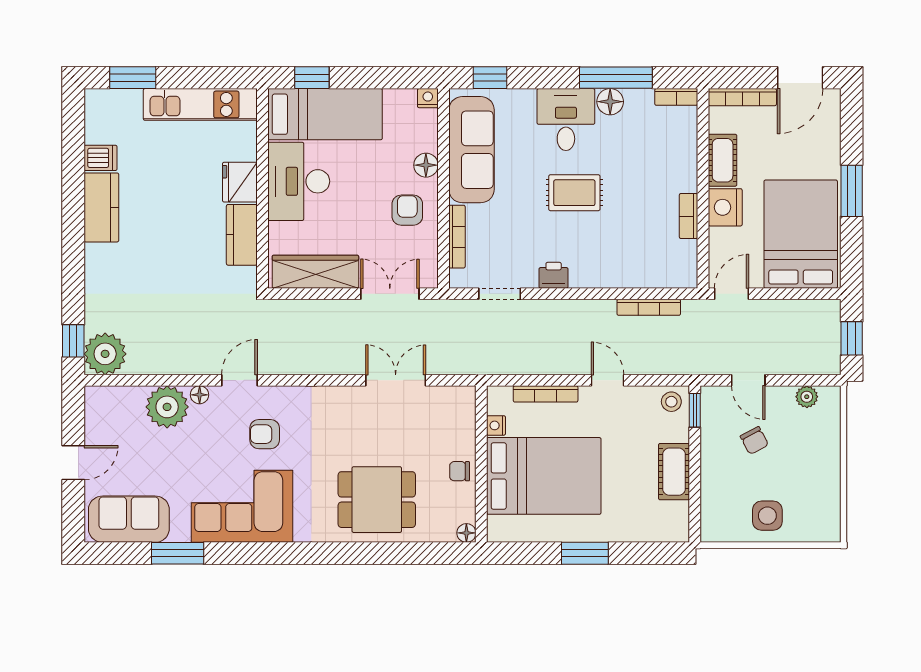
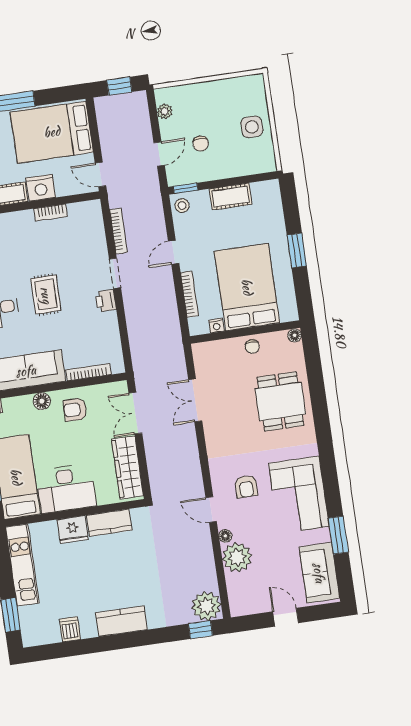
kitchen counter: (101, 207) -> (121, 621), moved
doorway: (500, 294) -> (115, 273), moved
chair: (754, 441) -> (201, 144), turned 118

